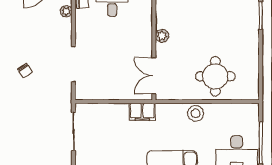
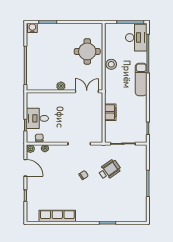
double door: (154, 76) -> (87, 91), swing flipped
wheelchair: (33, 111) -> (109, 170), added
filing cabinet: (142, 112) -> (110, 112), moved

